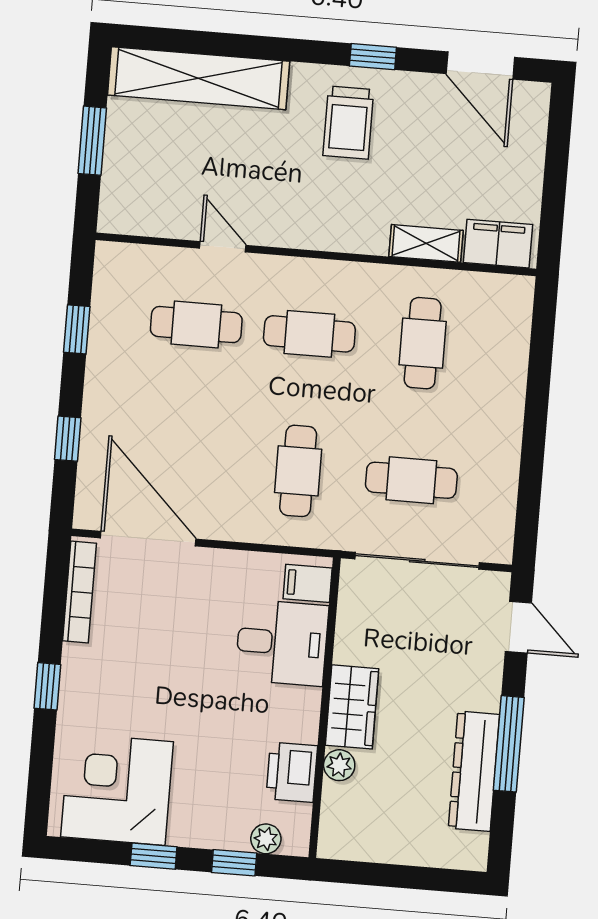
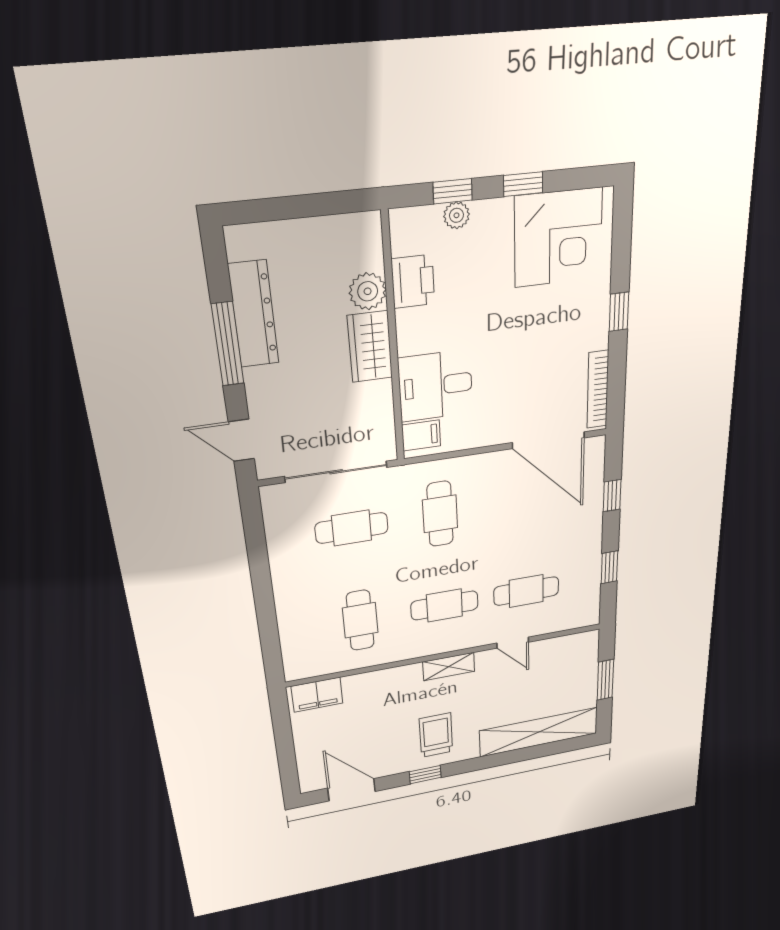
shelving: (426, 243) -> (449, 666), moved
plant: (339, 765) -> (368, 291), width x1.38, depth x1.38
plant: (266, 839) -> (456, 215), moved

